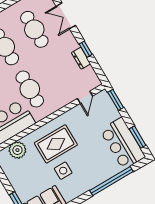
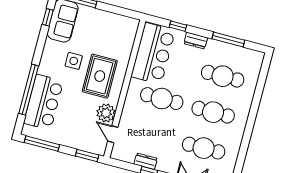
window: (138, 137) -> (42, 144), width x1.44
bar counter: (123, 143) -> (43, 102), moved, turned 90
plant: (17, 150) -> (106, 113), moved

